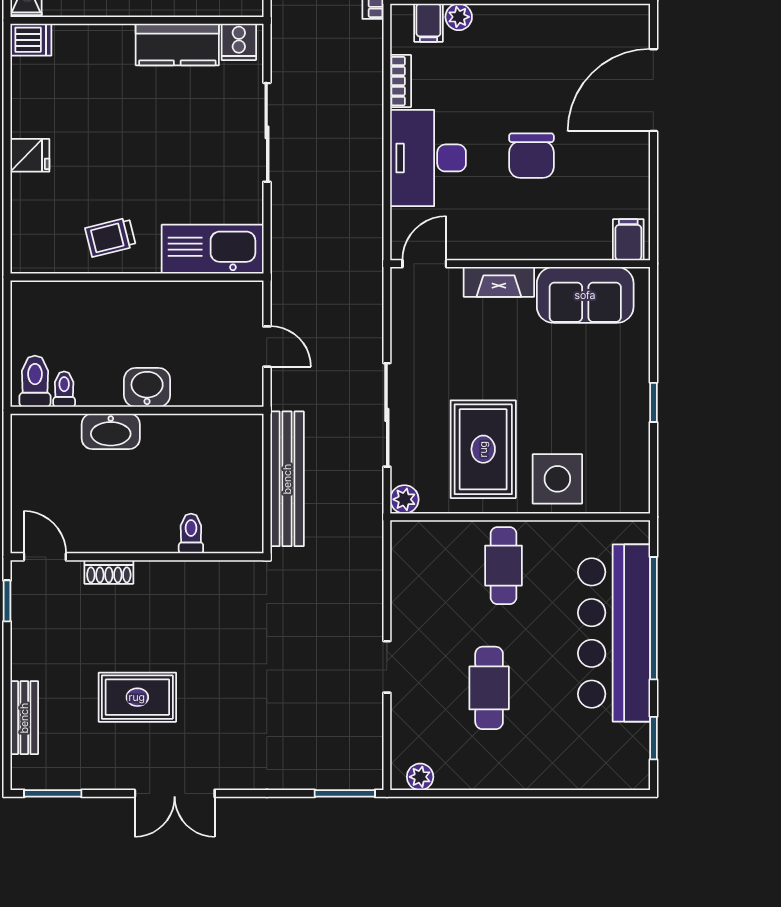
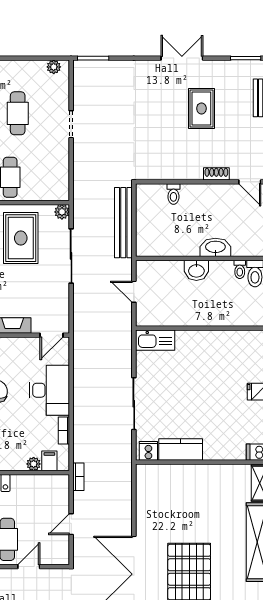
trolley: (110, 237) -> (216, 349), removed
kitchen sink: (213, 249) -> (155, 340), width x0.73, depth x0.81
rug: (137, 697) -> (201, 108), turned 90

